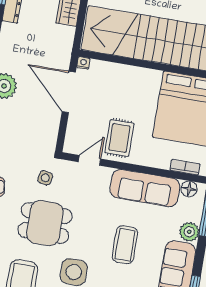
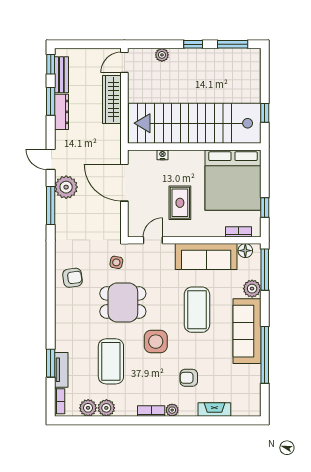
nightstand: (83, 63) -> (162, 155), moved
rug: (119, 138) -> (180, 203), moved
coffee table: (125, 245) -> (197, 310), width x1.36, depth x1.32

